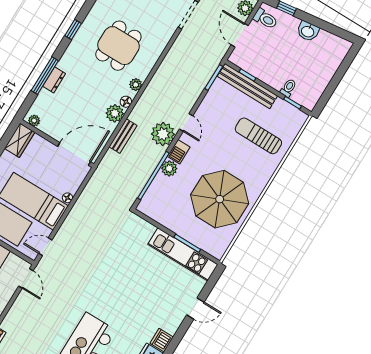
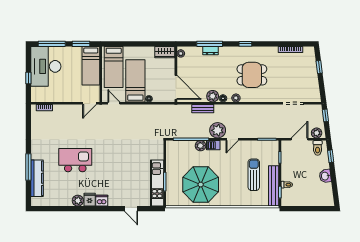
bench: (247, 86) -> (274, 186), moved
sun lounger: (258, 136) -> (254, 175), moved

